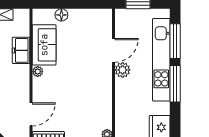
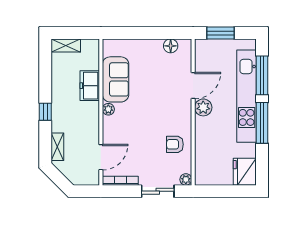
floor lamp: (61, 15) -> (171, 46), moved
armchair: (97, 103) -> (175, 144), added

